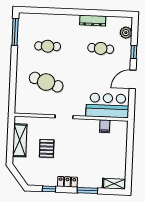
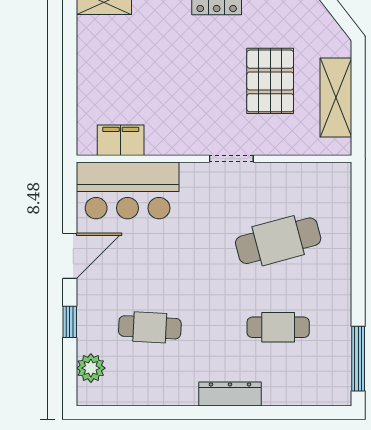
dresser: (93, 20) -> (230, 394), moved
cafe table: (46, 82) -> (278, 241), turned -33
filing cabinet: (105, 126) -> (121, 140), width x2.00
pallet: (47, 148) -> (270, 81), width x1.50, depth x1.42

